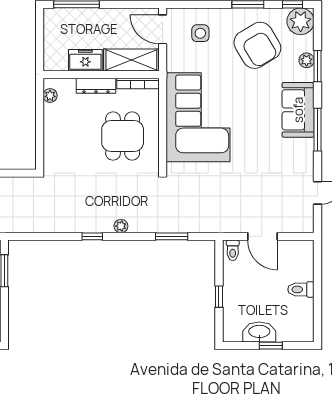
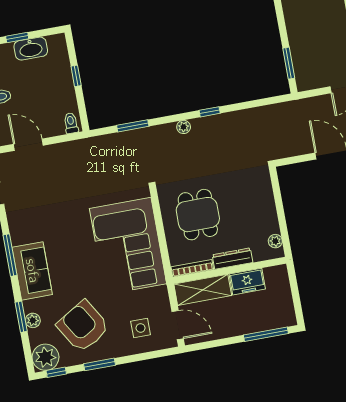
door: (262, 236) -> (28, 145), moved

